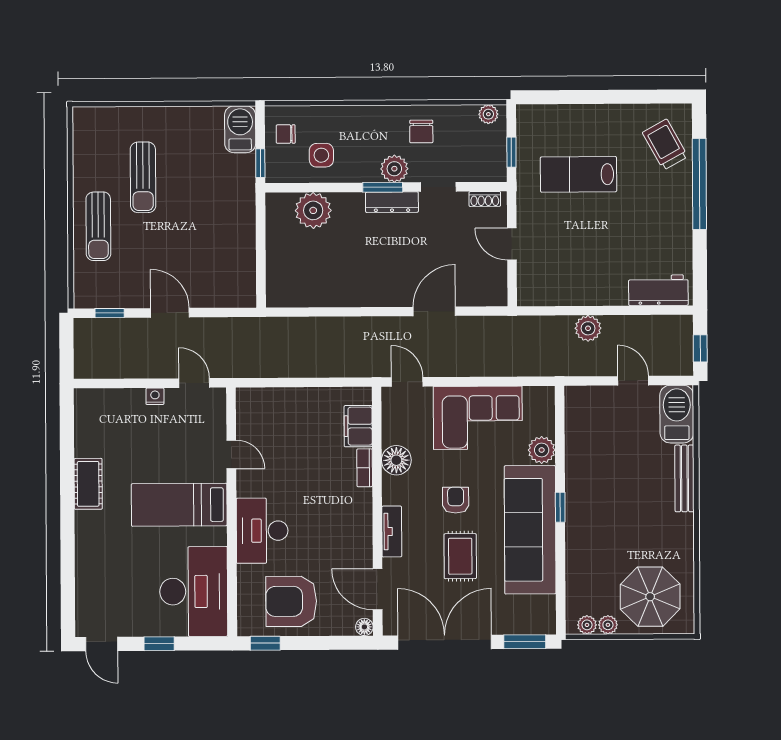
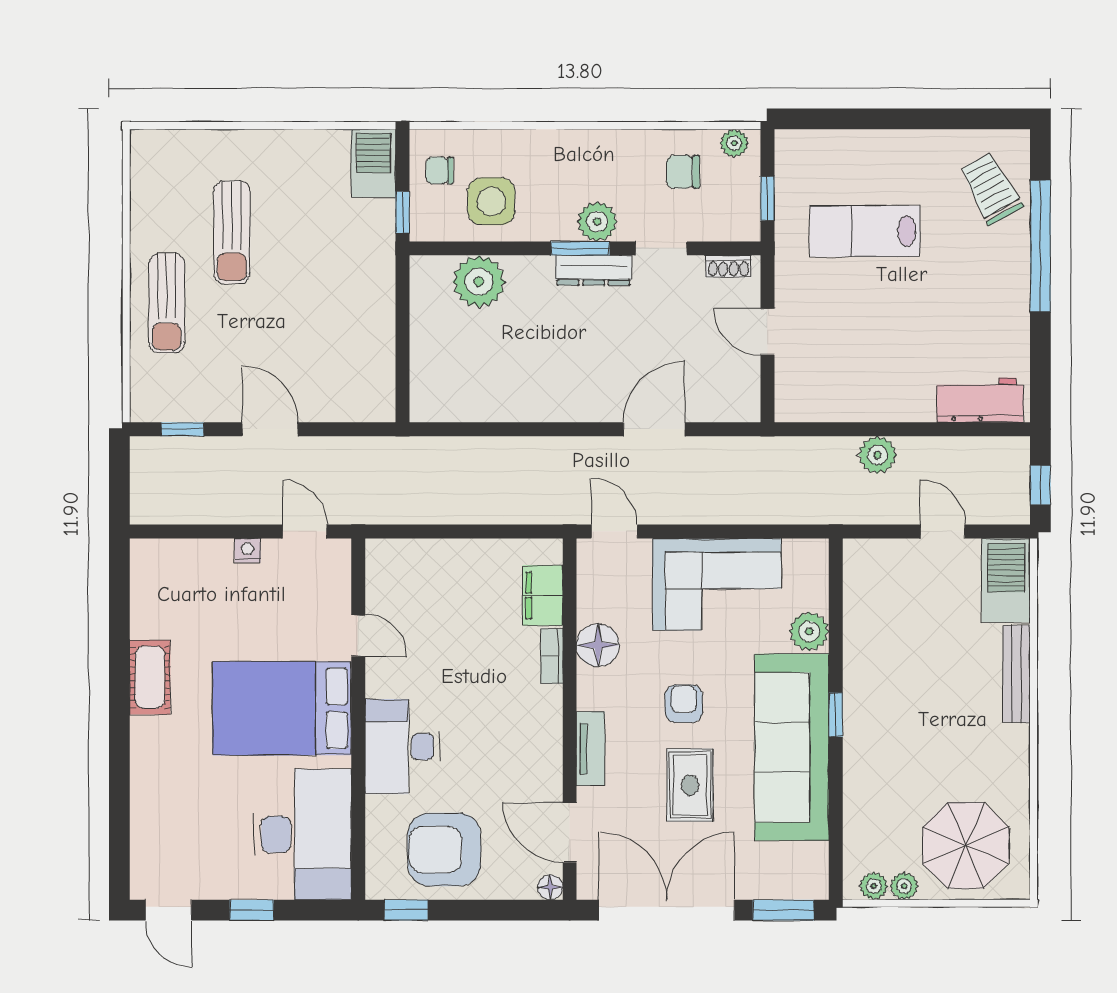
chair: (421, 131) -> (683, 172), moved, turned 90
side table: (321, 155) -> (491, 201), width x1.37, depth x1.37
bed: (179, 505) -> (282, 708), width x1.50

